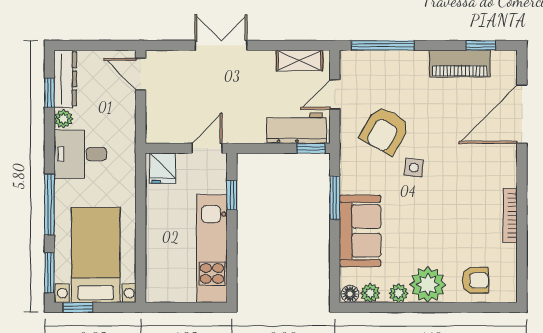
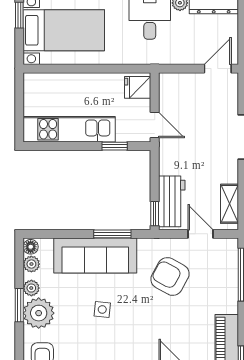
side table: (414, 168) -> (102, 309), moved
sofa: (360, 231) -> (95, 255), width x1.36
window: (419, 307) -> (19, 305), added

